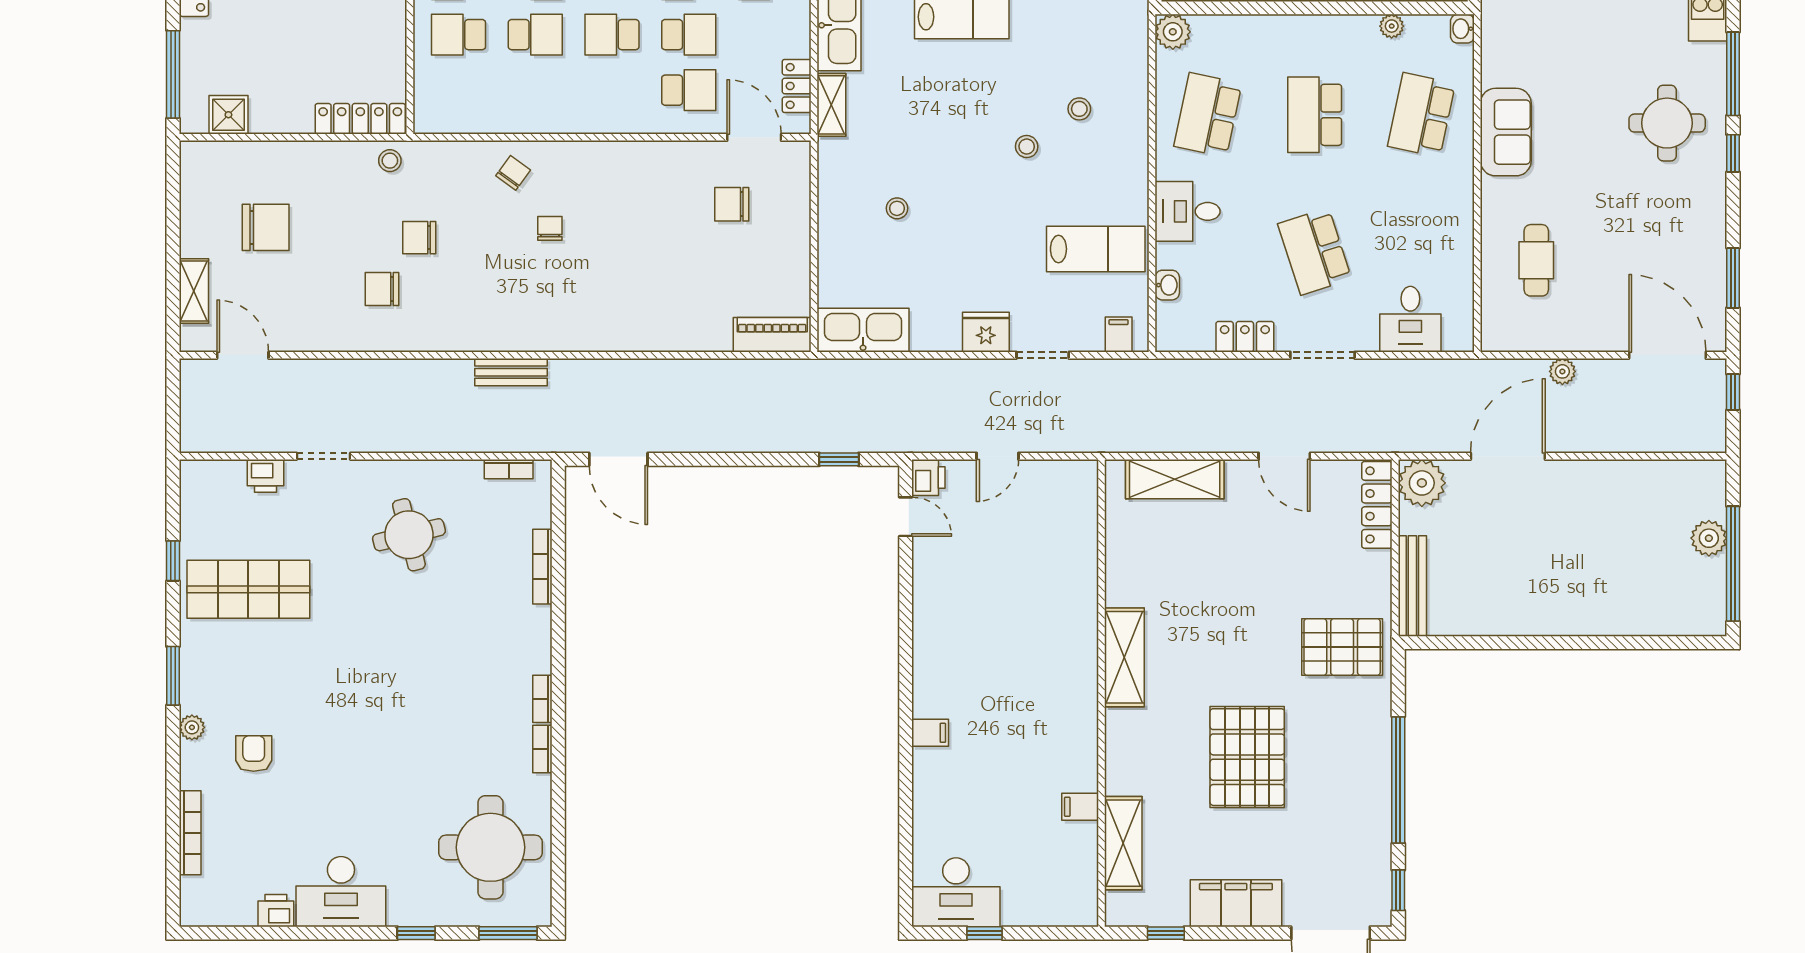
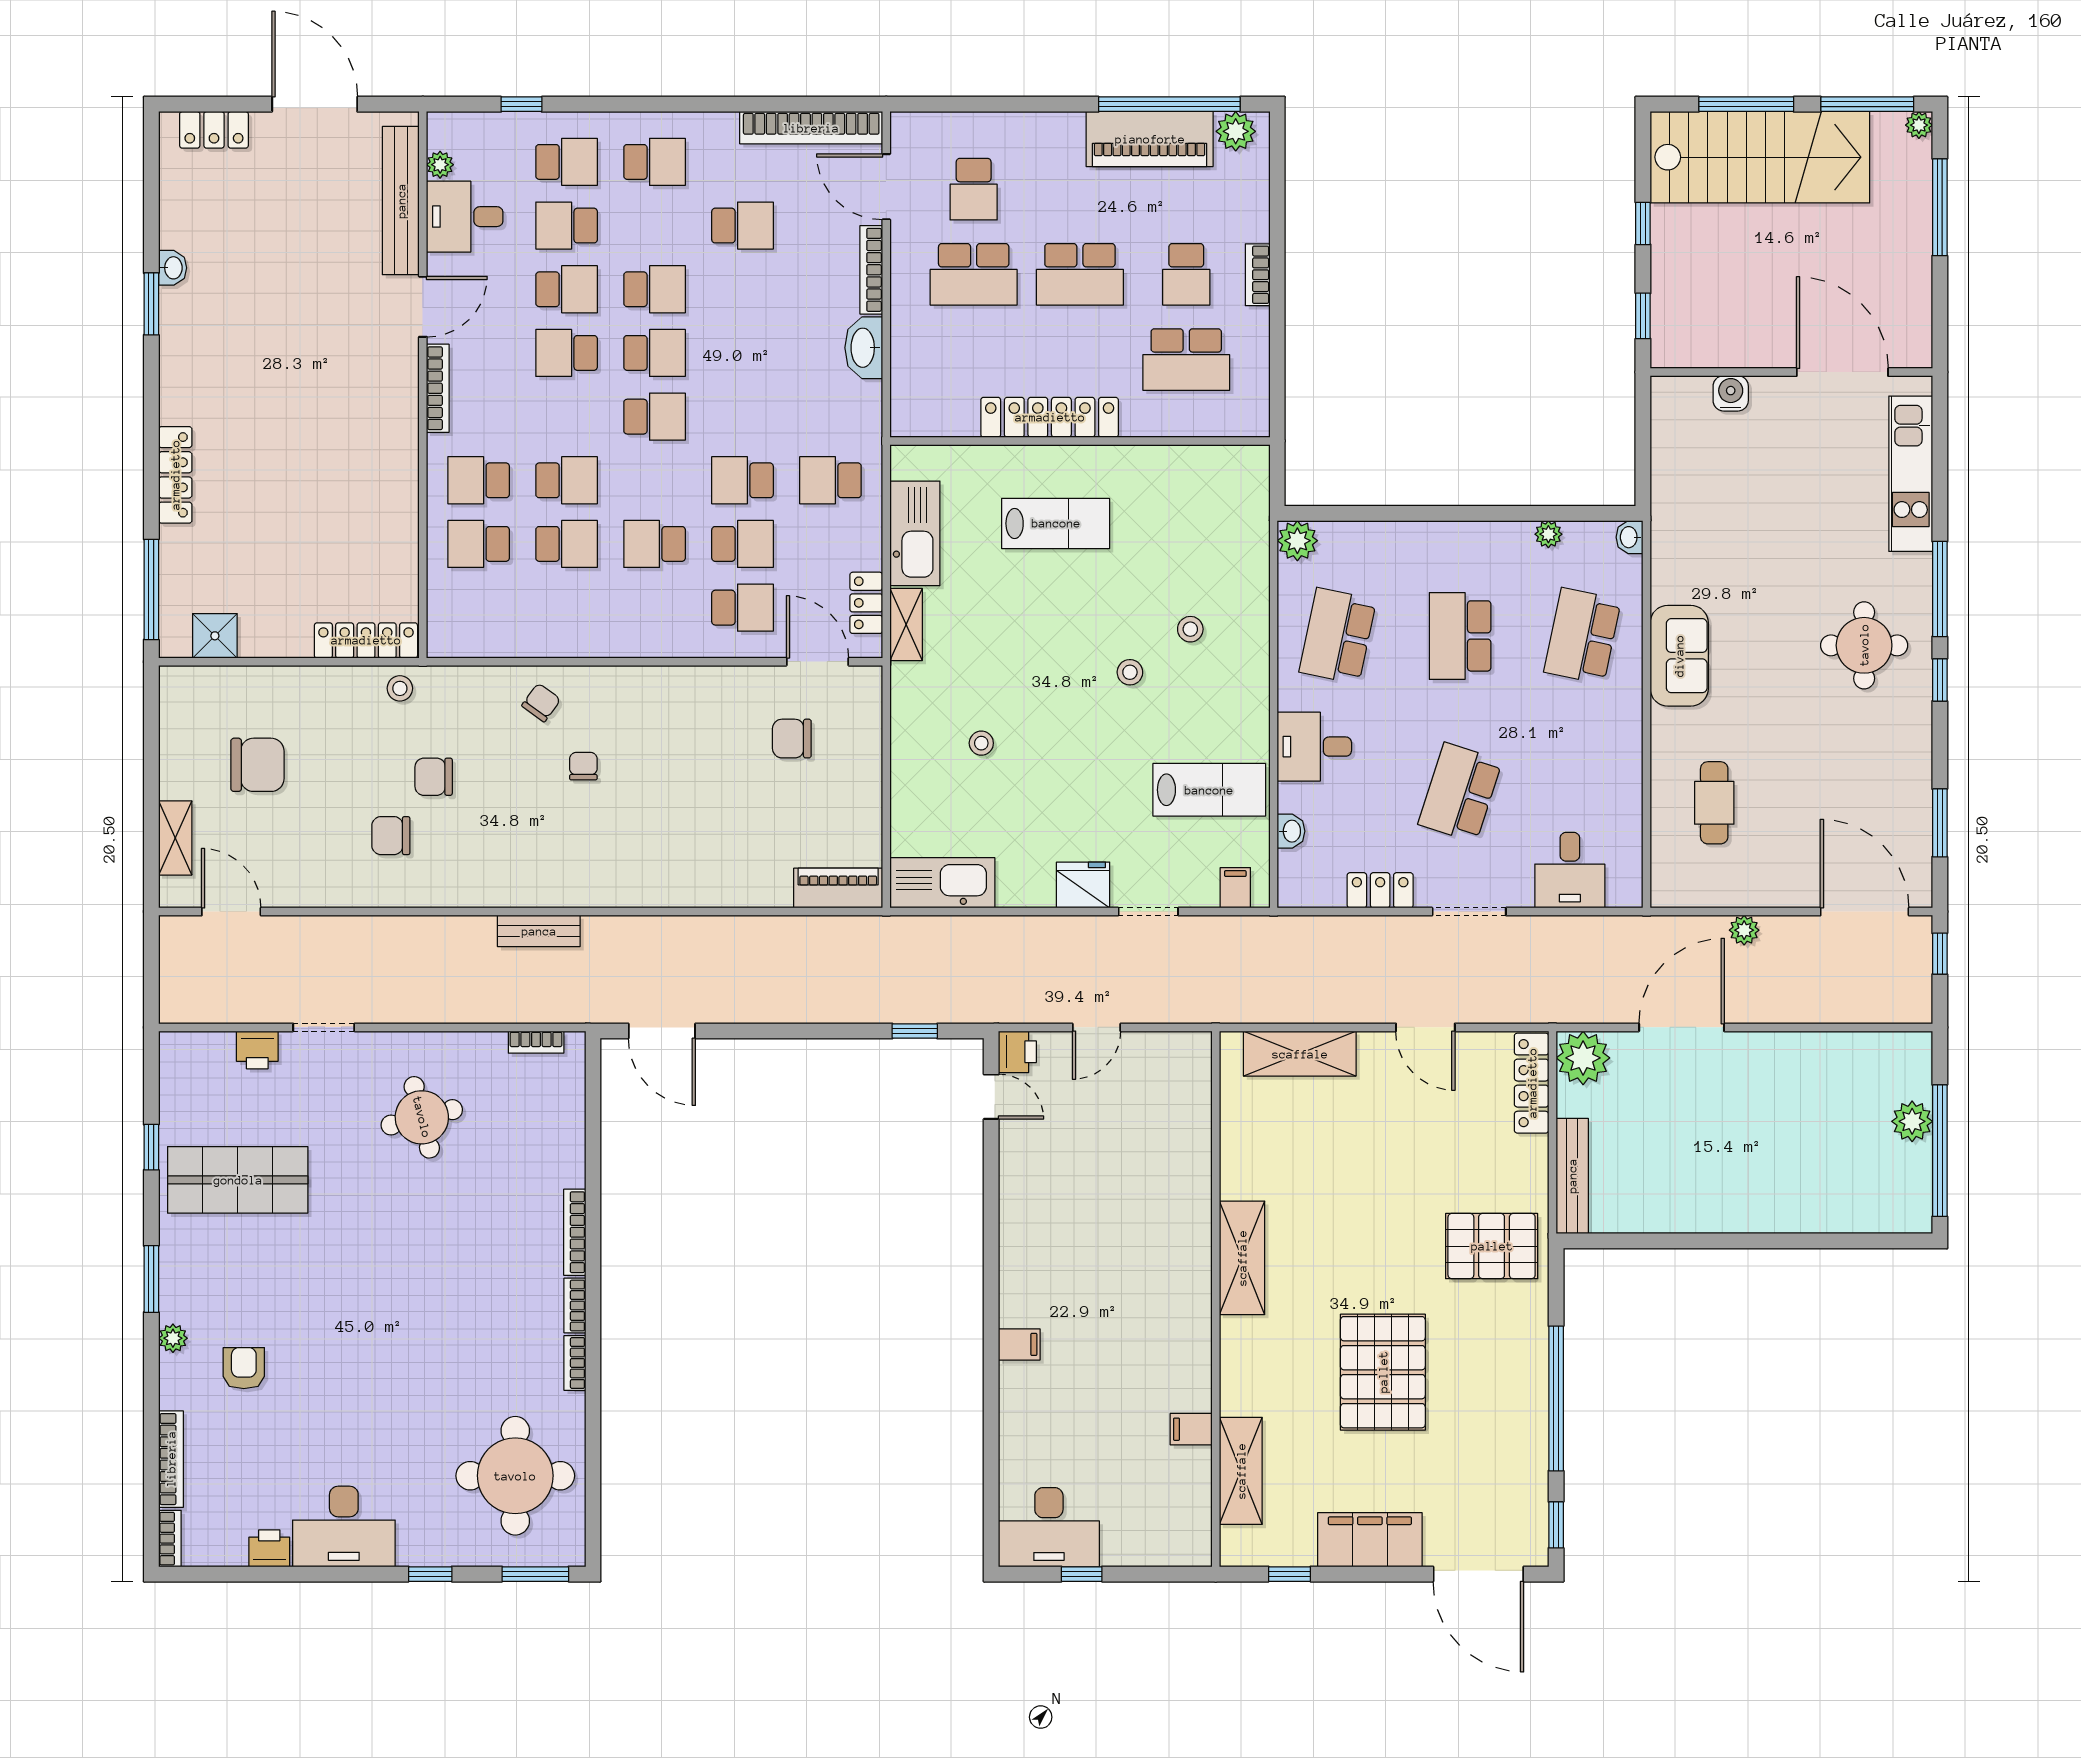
school desk: (1315, 251) -> (1460, 792), turned 36
bookcase: (542, 567) -> (575, 1232), moved
bookcase: (189, 902) -> (170, 1539), added

